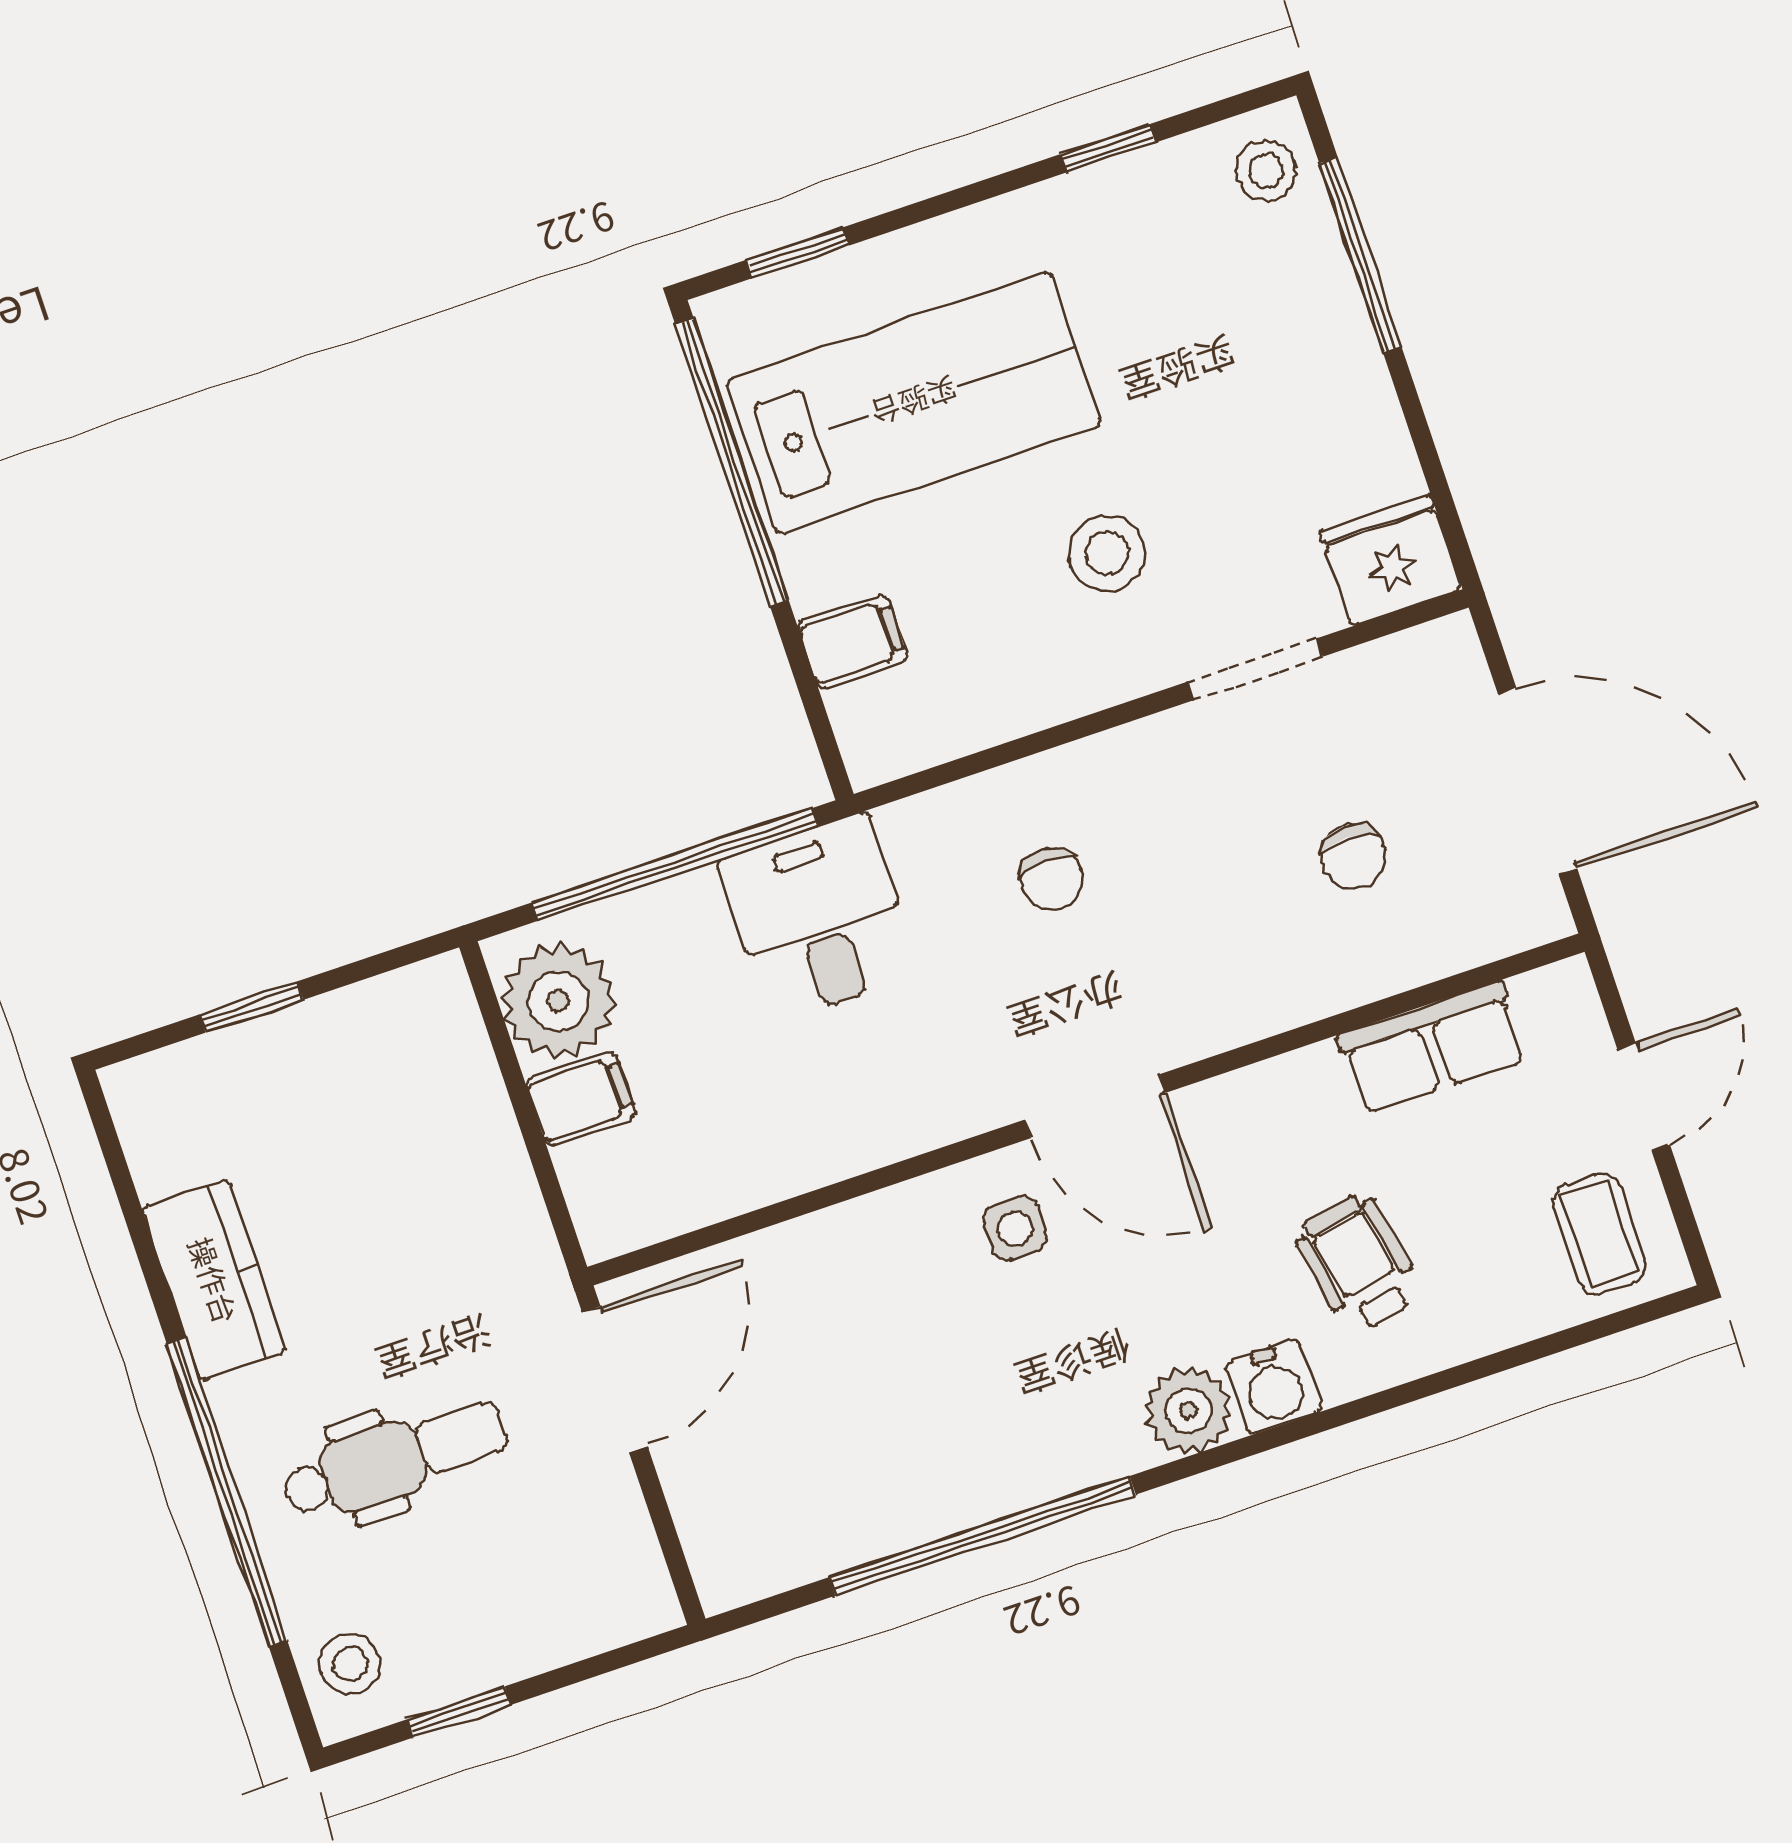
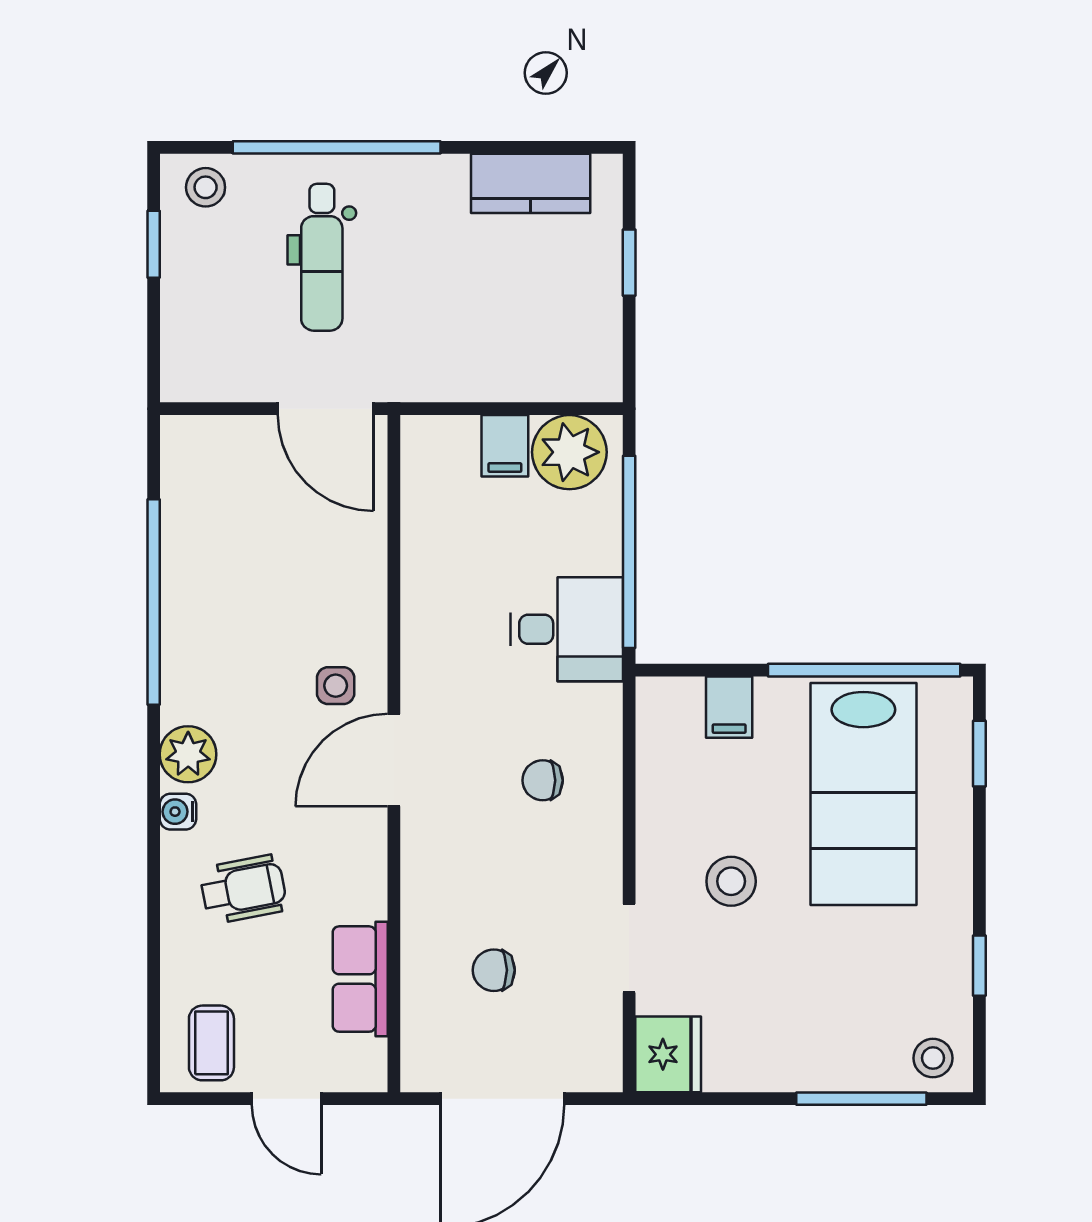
coffee table: (1599, 1234) -> (211, 1043), turned 90
kitchen counter: (214, 1280) -> (531, 183), moved
water cooler: (1274, 1387) -> (178, 812), width x0.72, depth x0.72

